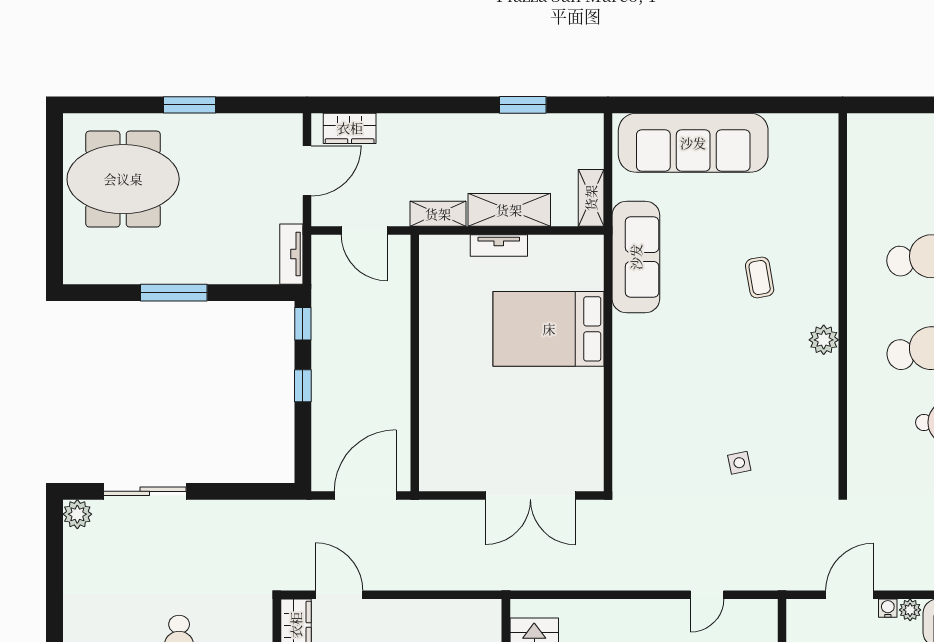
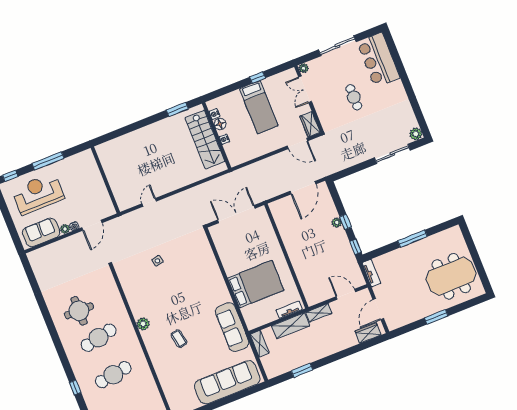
wall: (415, 363) -> (286, 256), moved
plant: (322, 392) -> (337, 223), added

